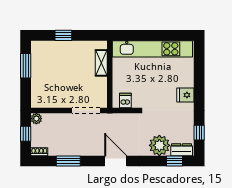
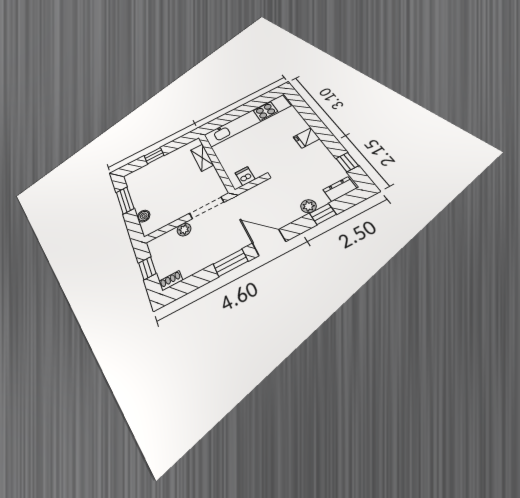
boiler: (36, 89) -> (144, 216), added
plant: (36, 119) -> (184, 230), moved
plant: (159, 145) -> (308, 206), width x0.53, depth x0.53
window: (68, 161) -> (231, 263), moved
window: (174, 161) -> (323, 214), moved

